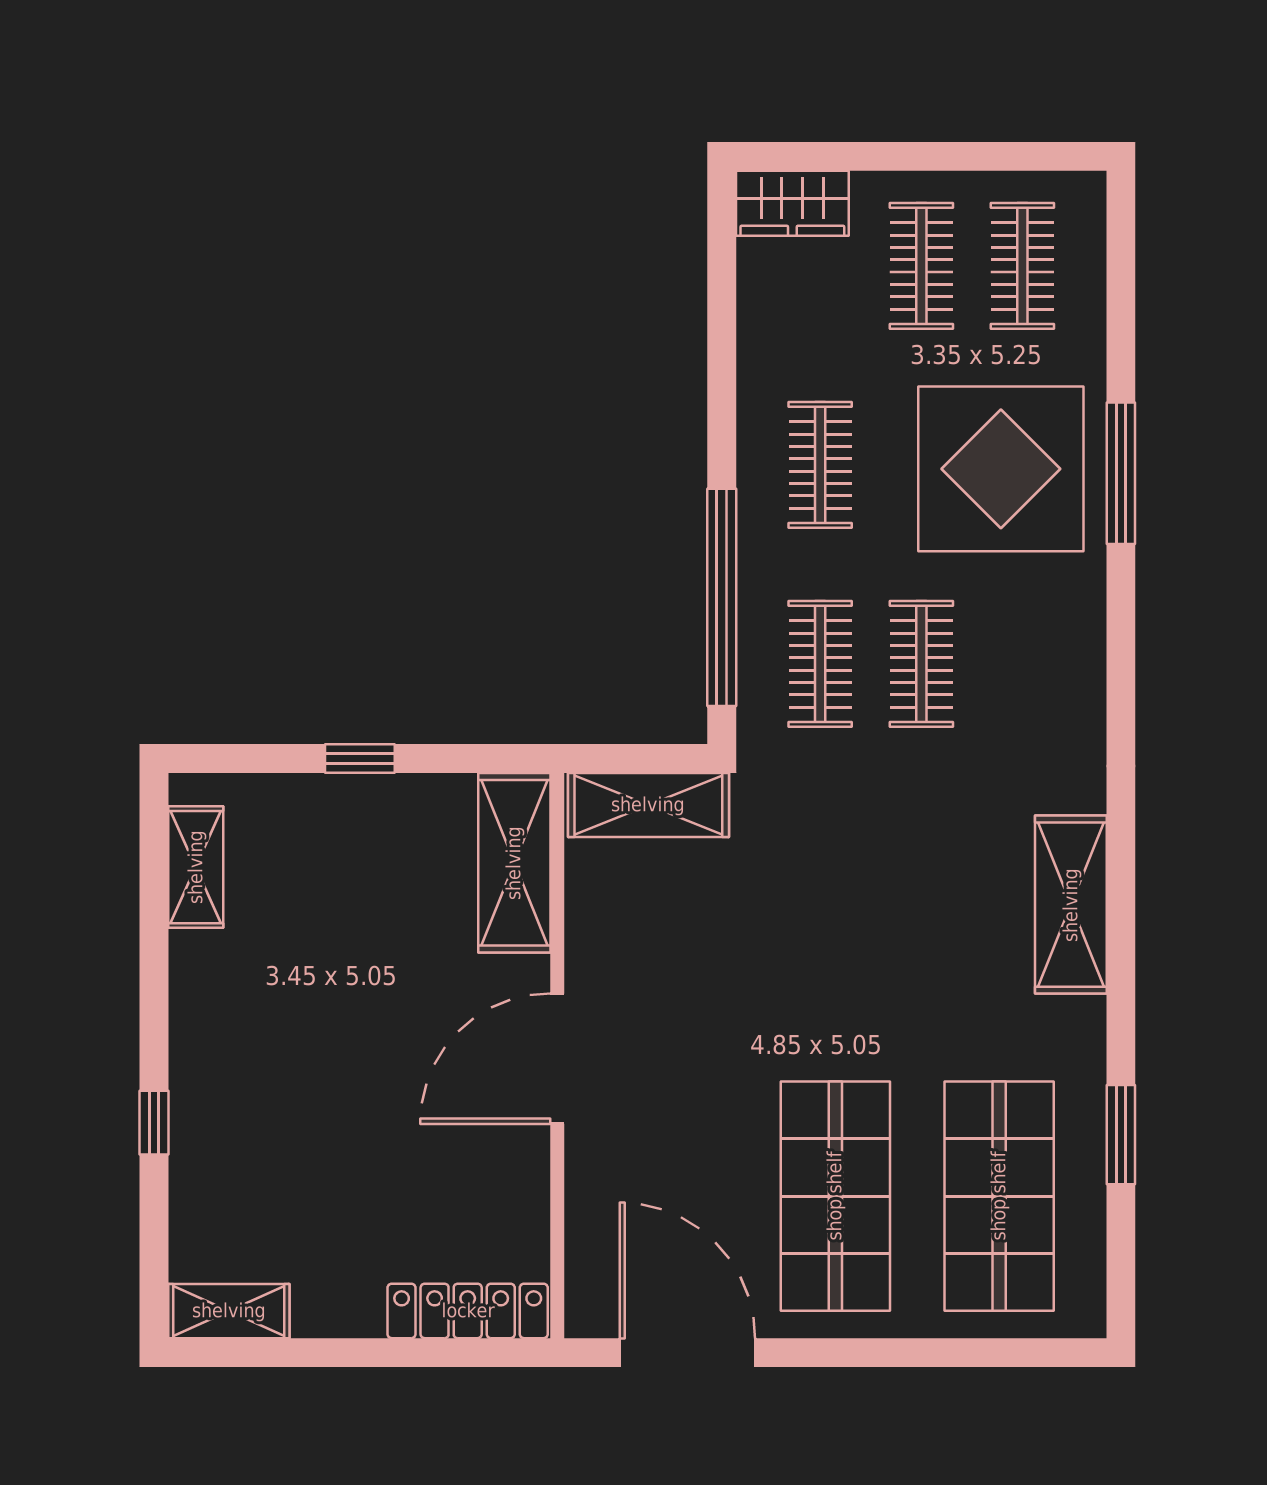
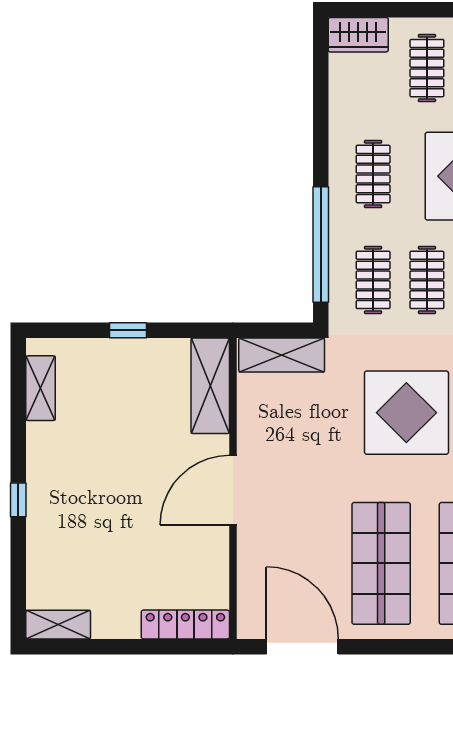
display table: (883, 913) -> (406, 413), added
window: (154, 1123) -> (18, 500), moved

